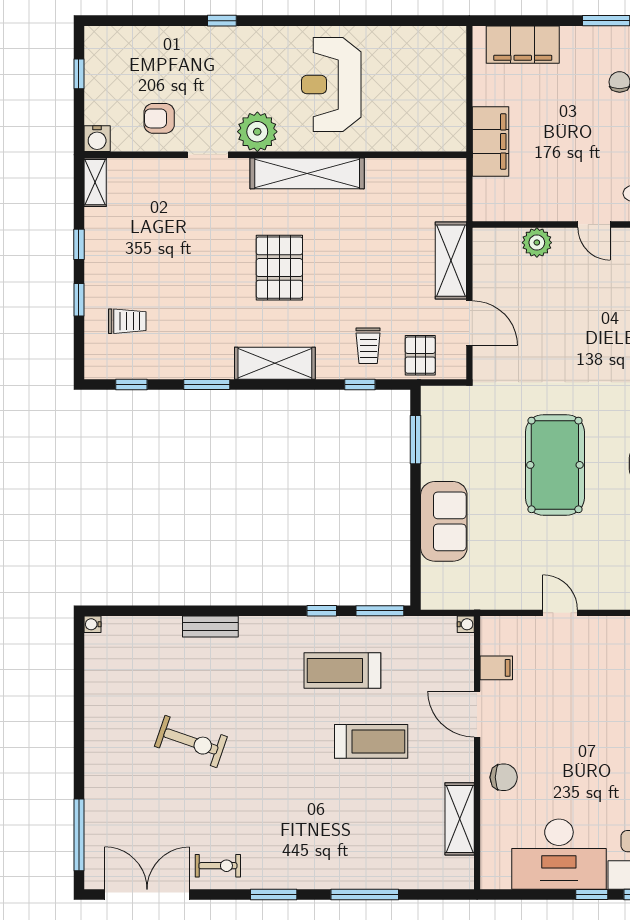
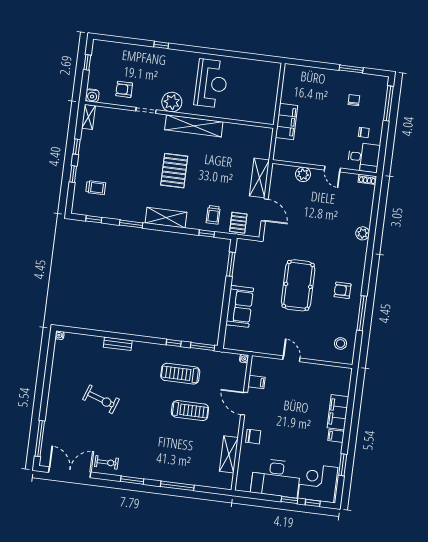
filing cabinet: (523, 45) -> (308, 76), removed
reception desk: (331, 85) -> (211, 83), turned 180

